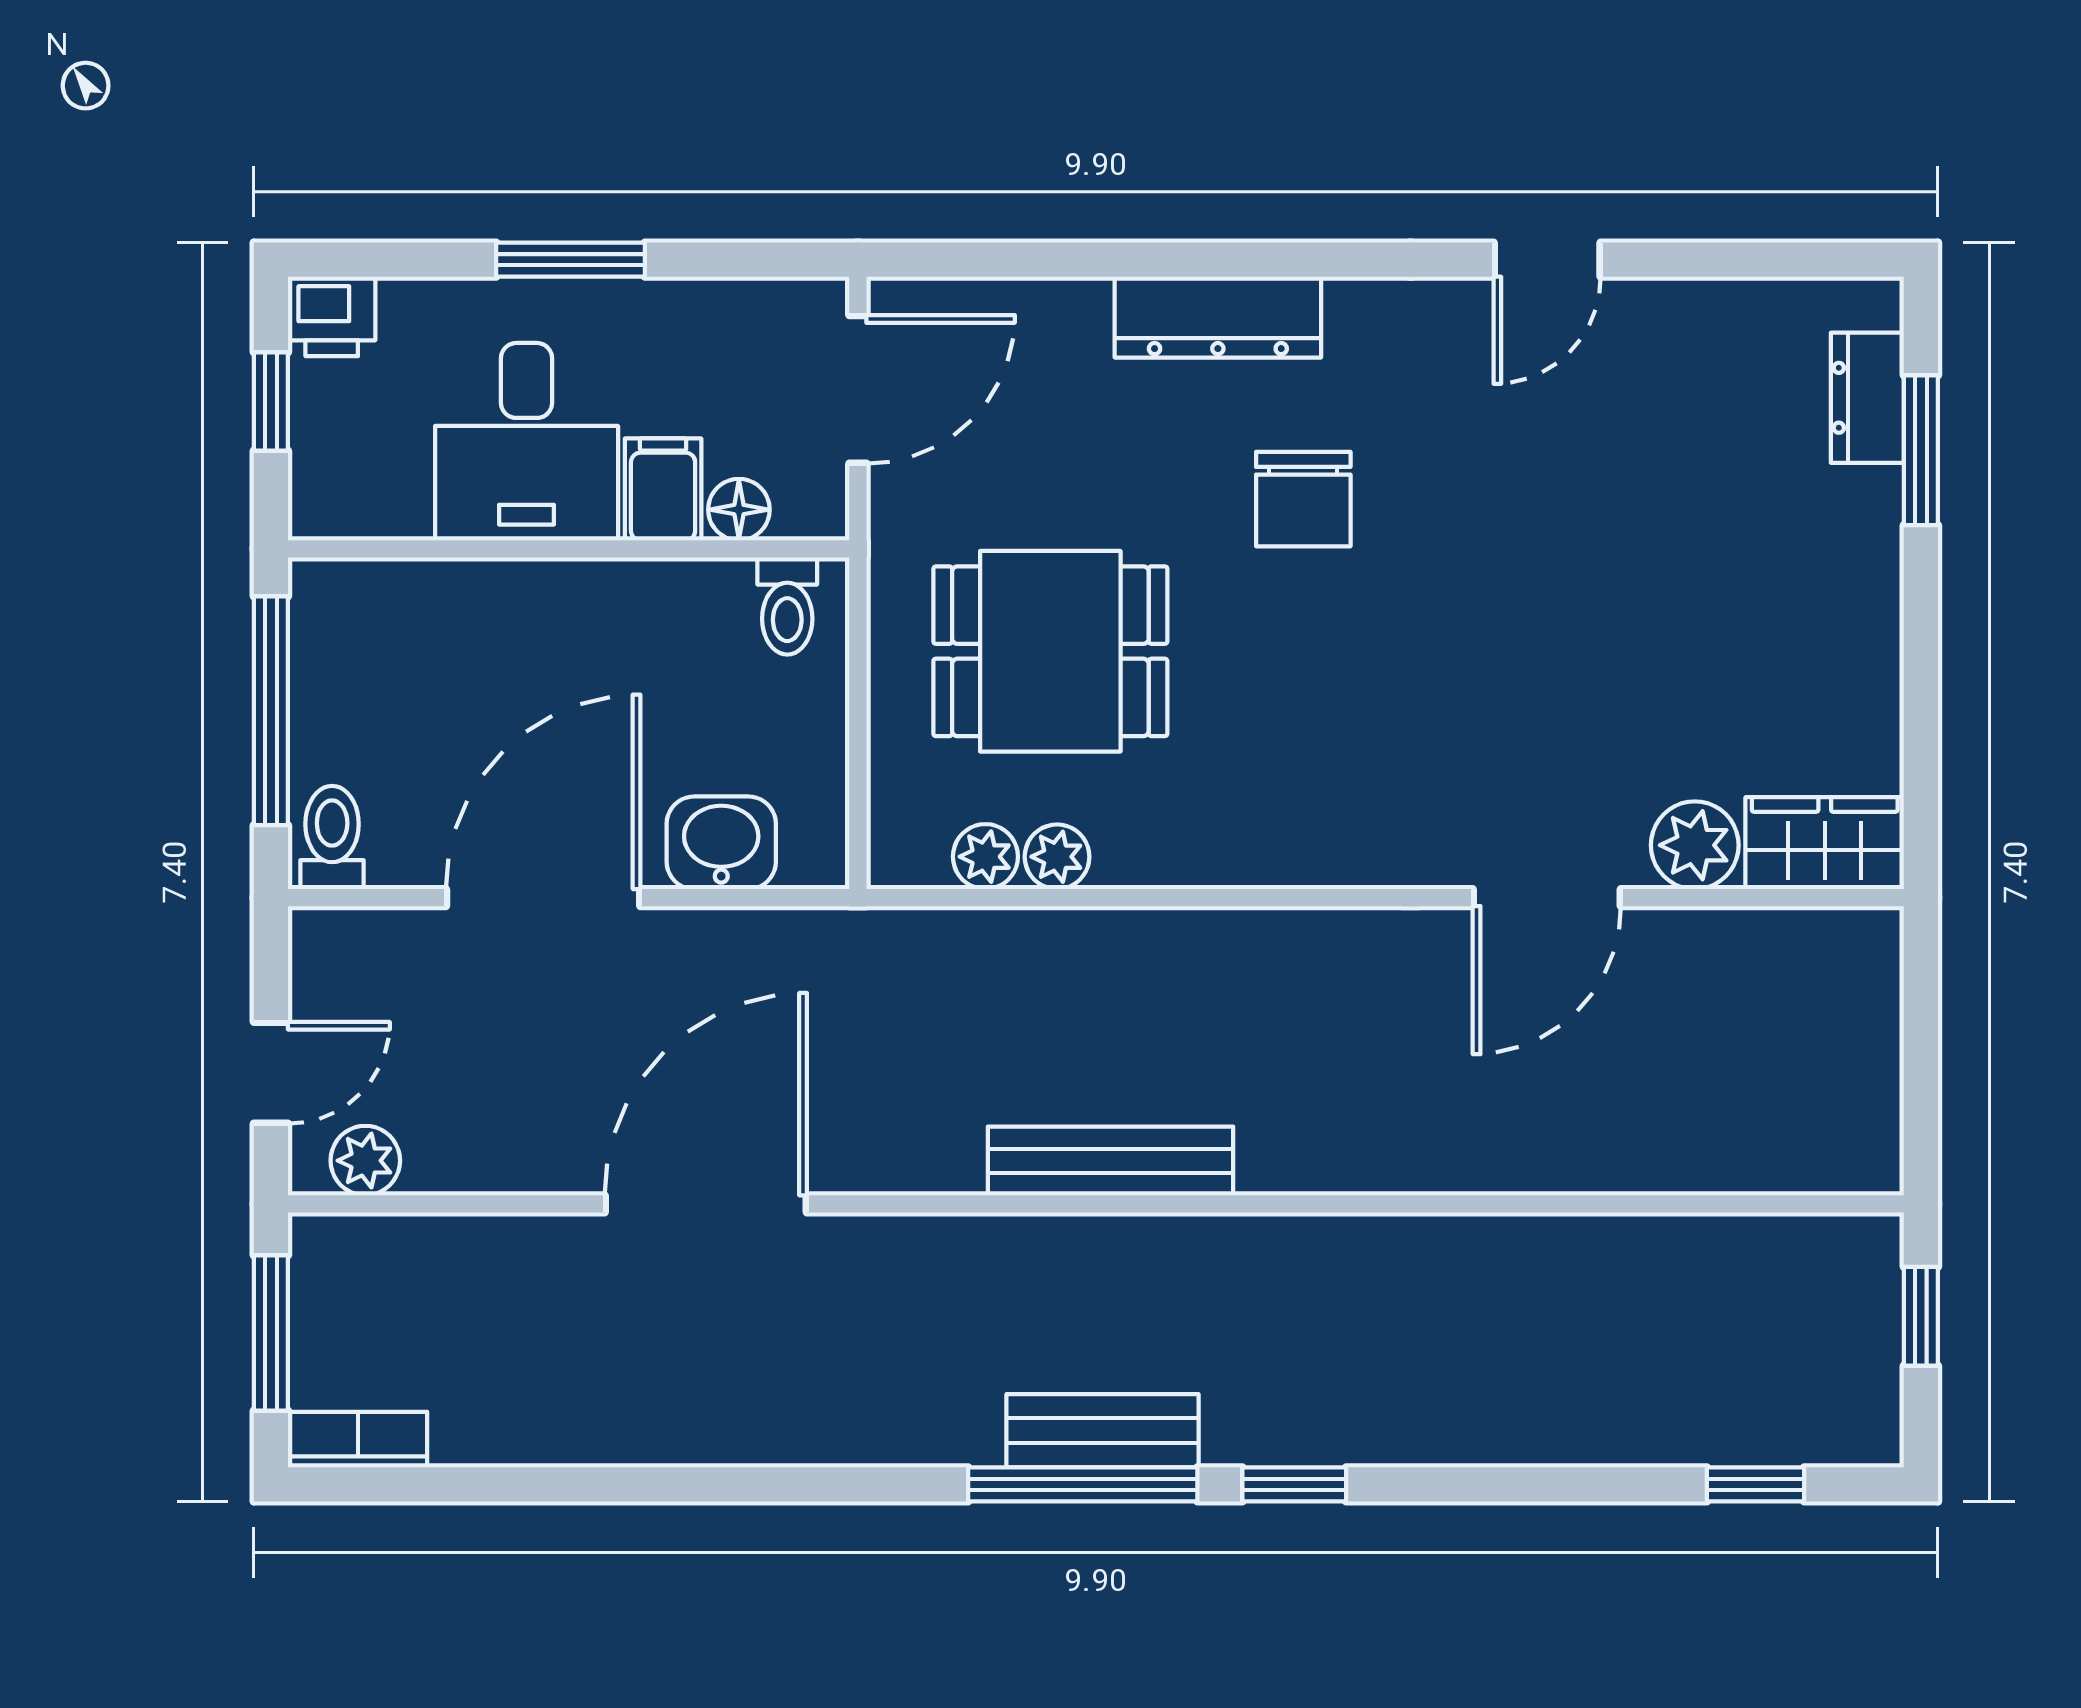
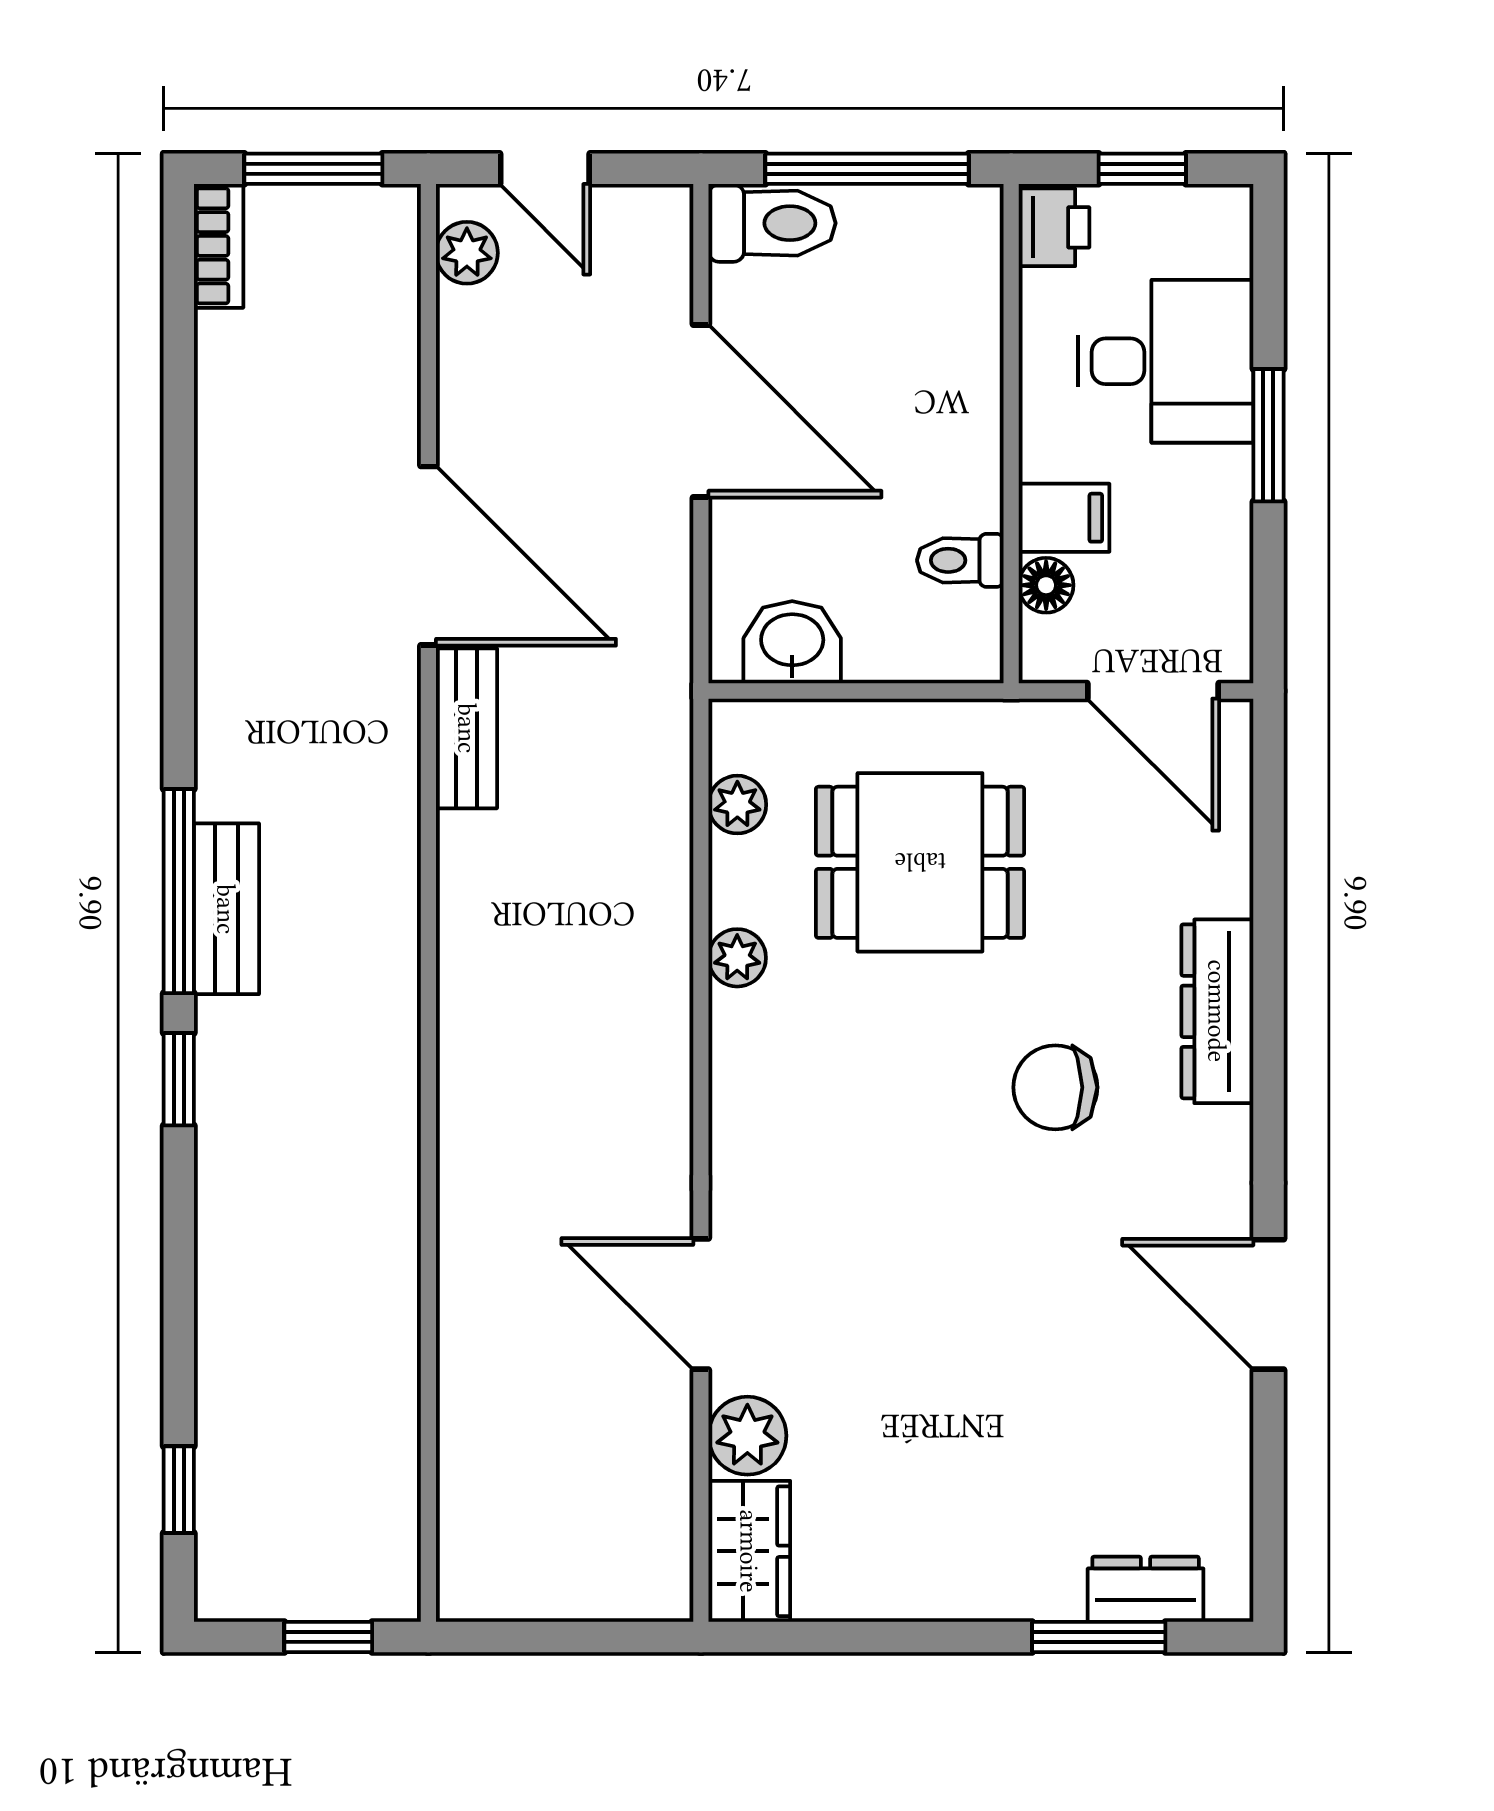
door: (1547, 260) -> (1268, 1304), width x1.38
printer: (332, 316) -> (1054, 227), moved, turned 180
desk: (527, 442) -> (1165, 361), moved, turned 180
toilet: (787, 606) -> (960, 560), moved
dining table: (1050, 651) -> (920, 862), turned 90
toilet: (332, 837) -> (772, 223), width x1.37, depth x1.39
washbasin: (721, 843) -> (792, 642), moved, turned -90
plant: (1057, 857) -> (737, 958), moved
bench: (1110, 1161) -> (467, 728), moved, width x0.73

